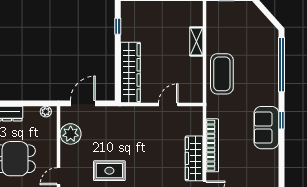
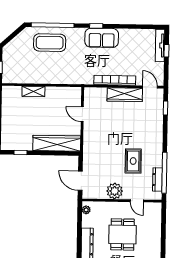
coffee table: (222, 74) -> (50, 43), moved
plant: (71, 134) -> (115, 191), moved

